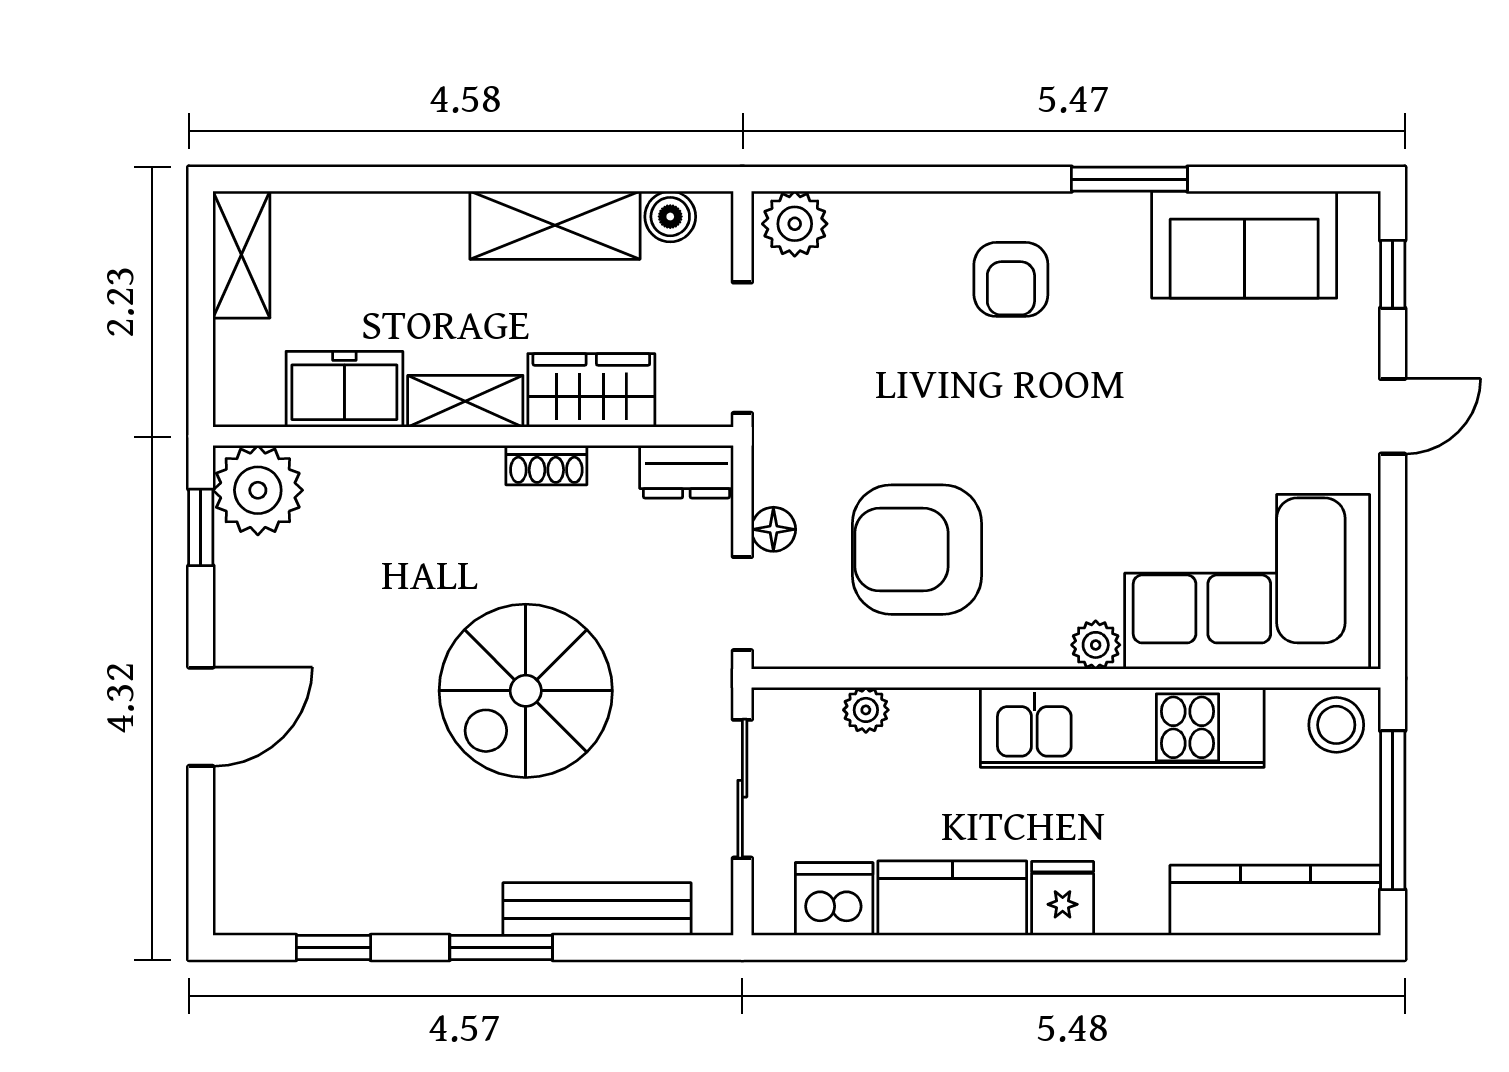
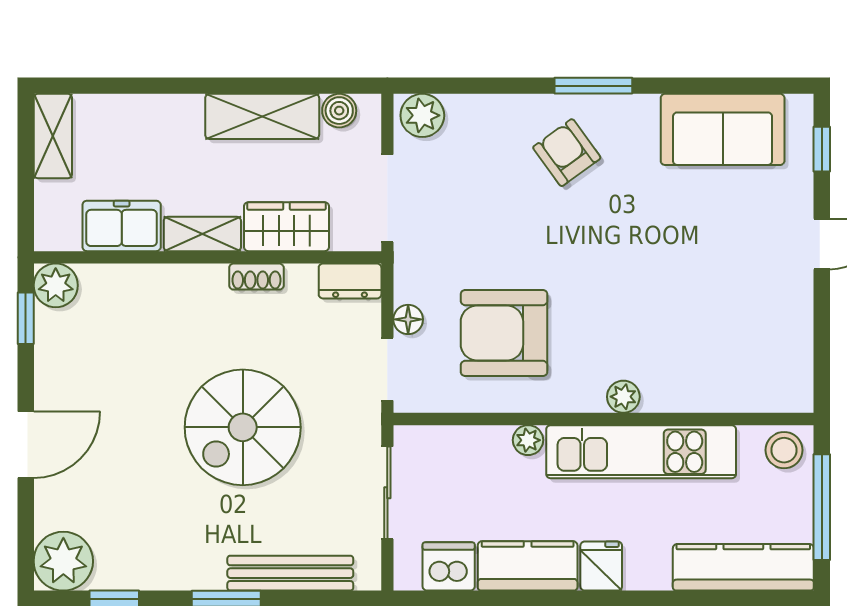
window: (1129, 179) -> (593, 86), moved
armchair: (1011, 279) -> (567, 153), turned 144
plant: (258, 490) -> (56, 285), width x0.73, depth x0.73
corner sofa: (1247, 582) -> (725, 355), removed
plant: (866, 710) -> (528, 440), moved
plant: (257, 891) -> (63, 561), added

